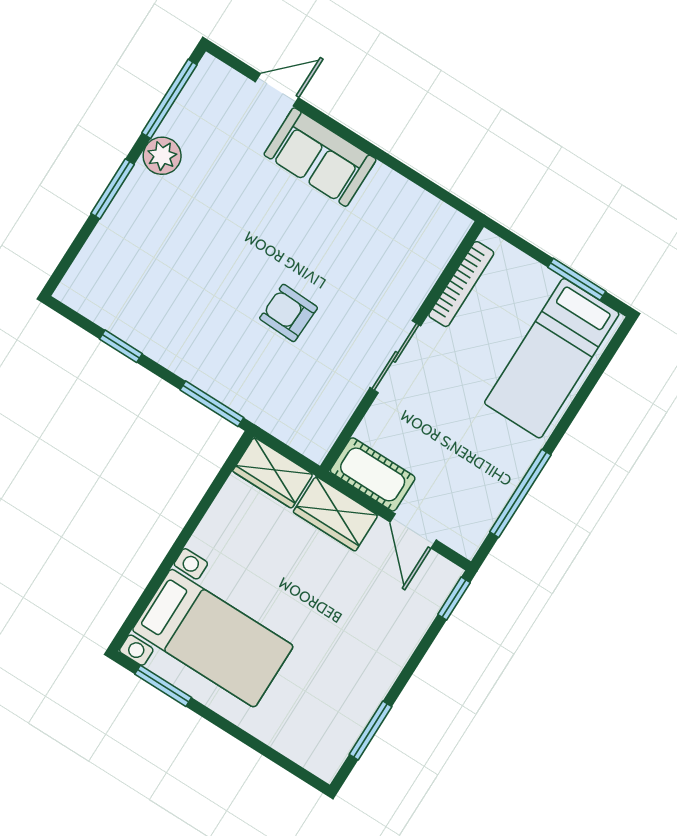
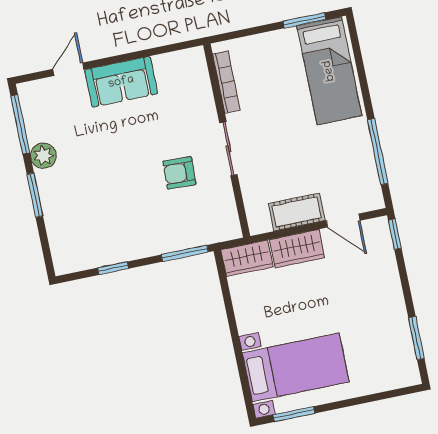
bookcase: (461, 284) -> (226, 82), moved
wall: (402, 346) -> (227, 141), moved
sliding door: (395, 357) -> (228, 149), moved

